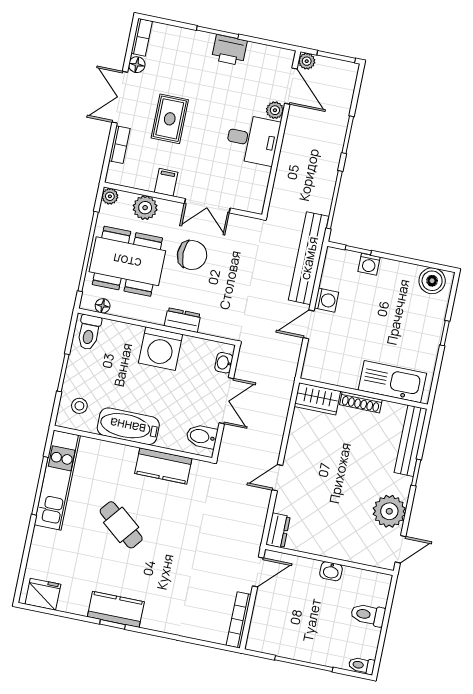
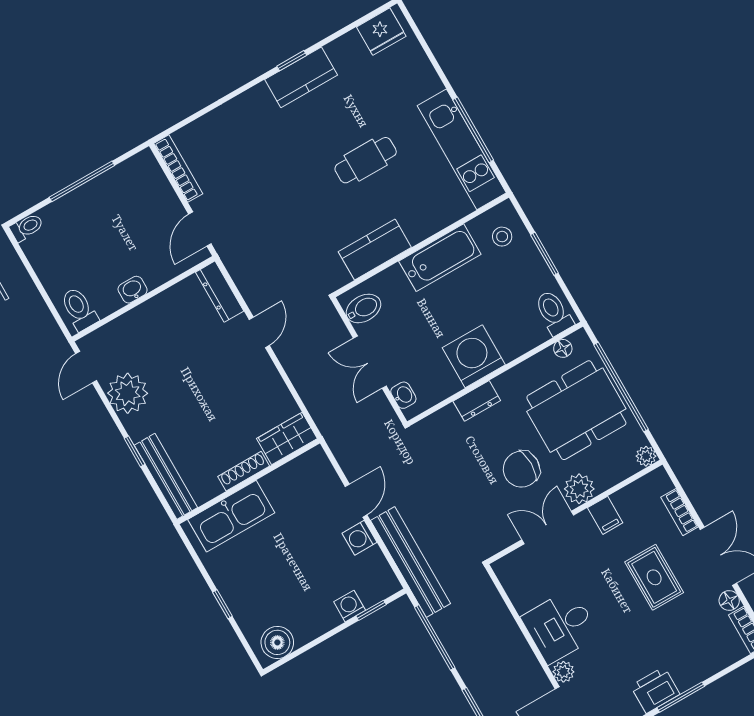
plant: (145, 208) -> (579, 489), moved
cafe table: (121, 525) -> (366, 160), turned -39
dresser: (278, 531) -> (220, 292), width x1.44
toilet: (368, 615) -> (79, 309), moved, turned -90

